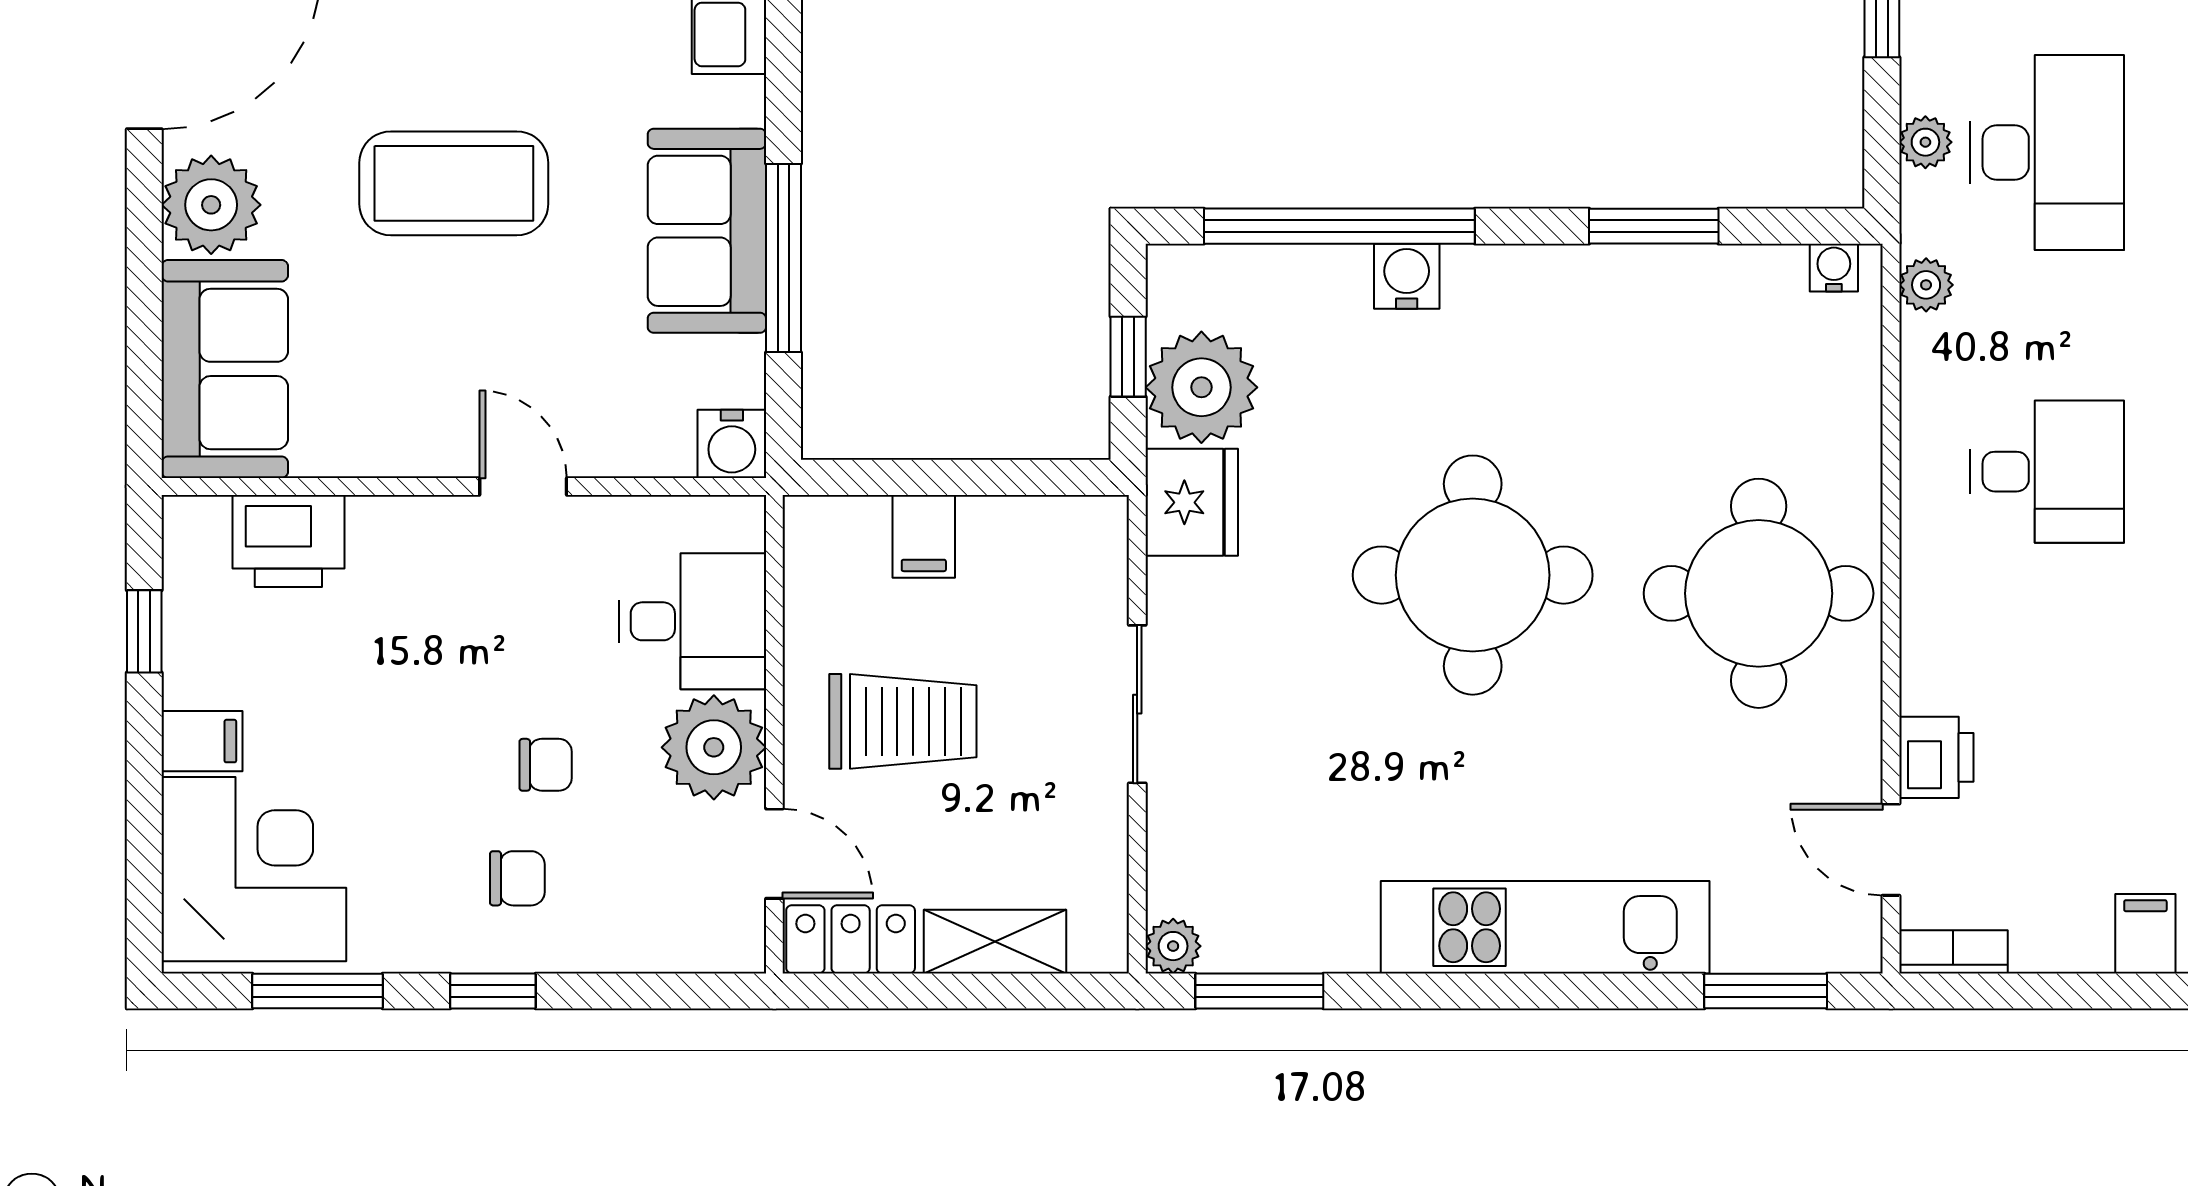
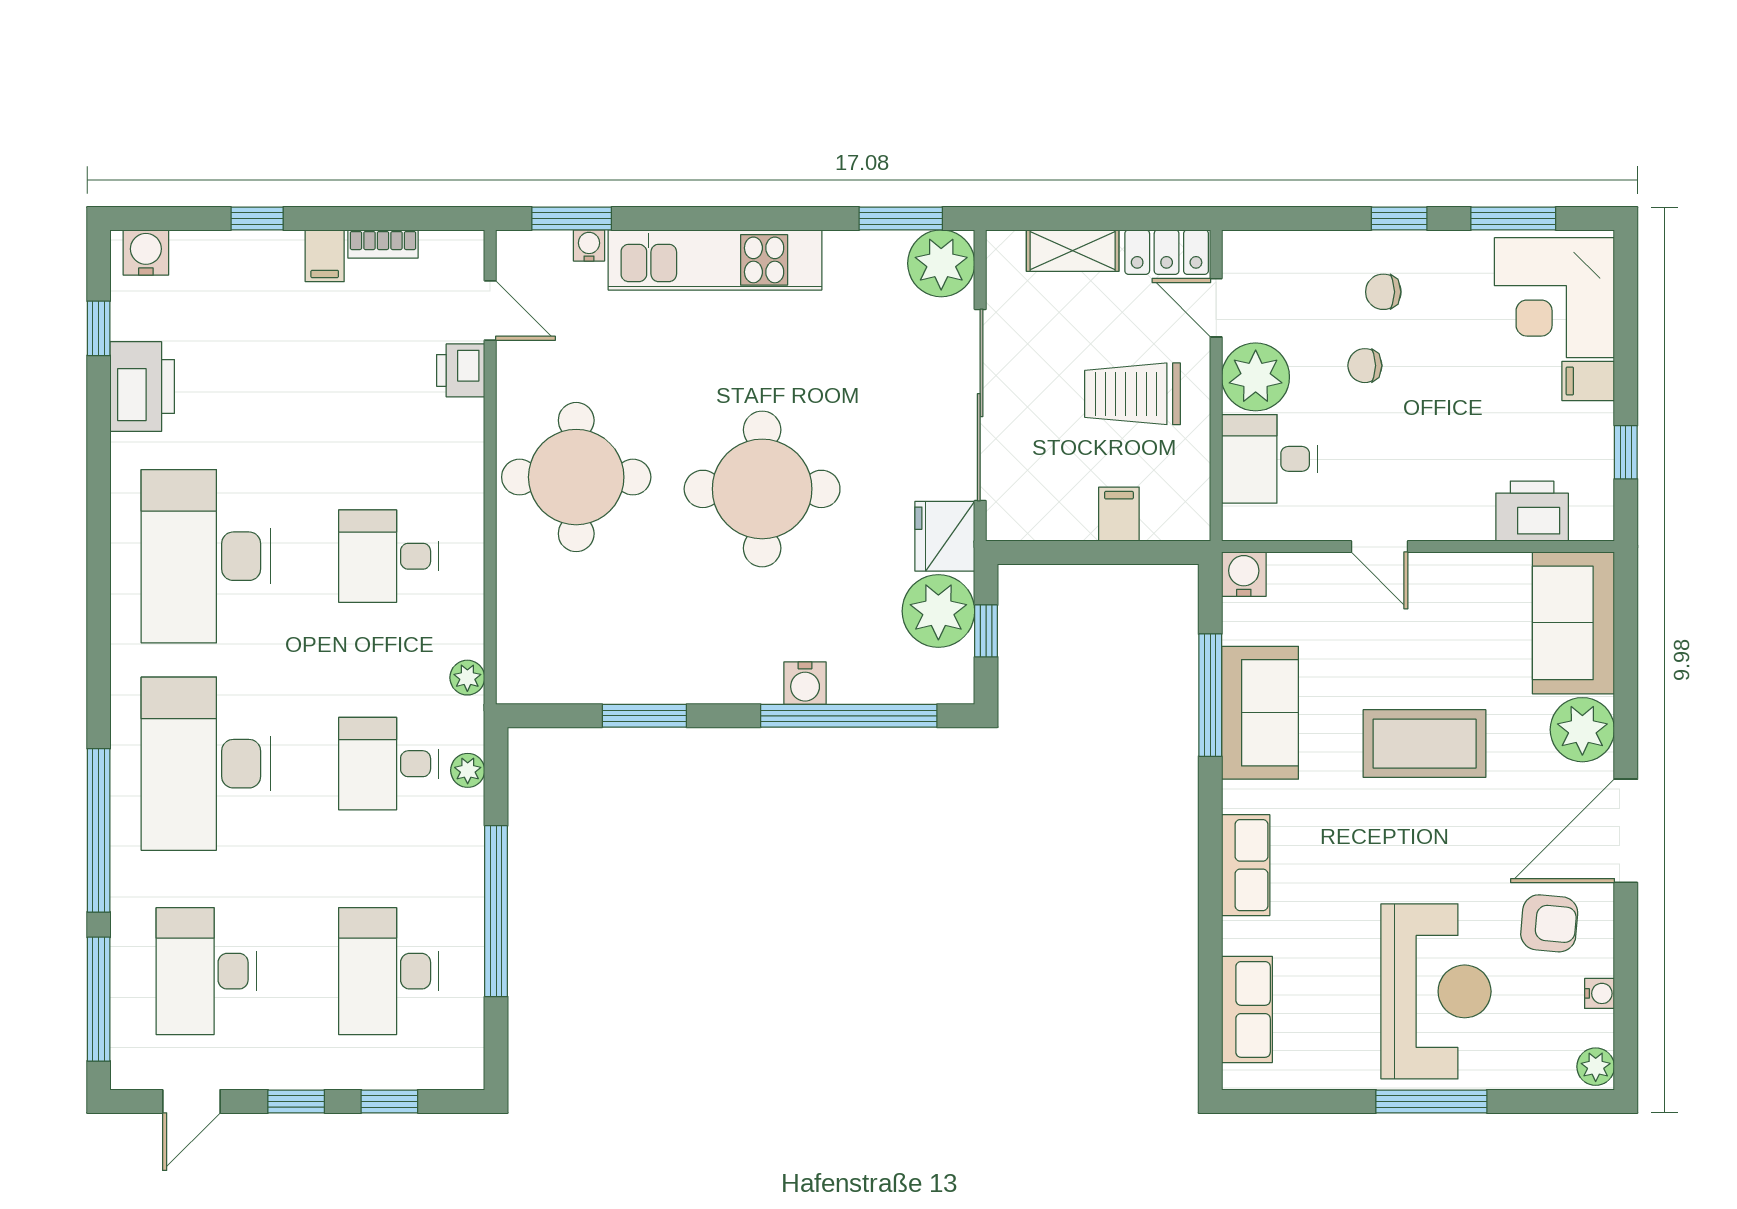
desk: (2047, 152) -> (389, 764), width x0.73
water cooler: (1834, 268) -> (589, 245), moved, turned 180
sliding door: (1137, 704) -> (980, 405), width x1.86
plant: (1173, 946) -> (941, 263), width x1.87, depth x1.87
bookcase: (1953, 952) -> (383, 244), moved

